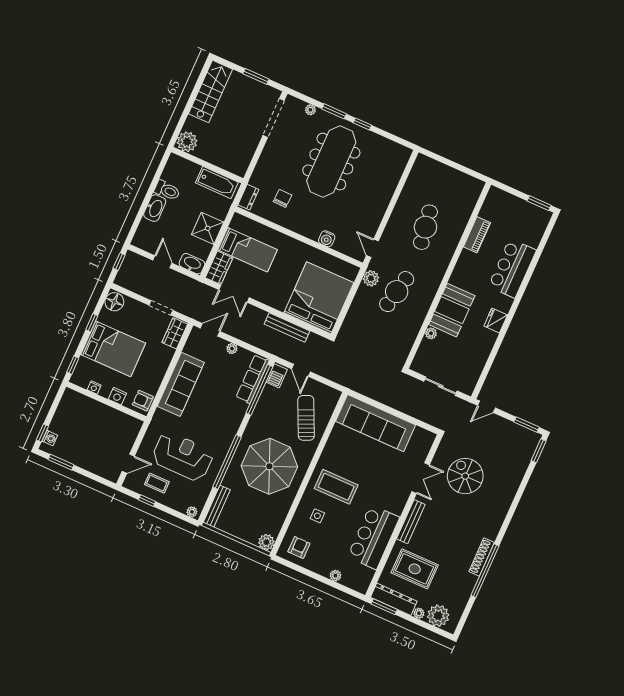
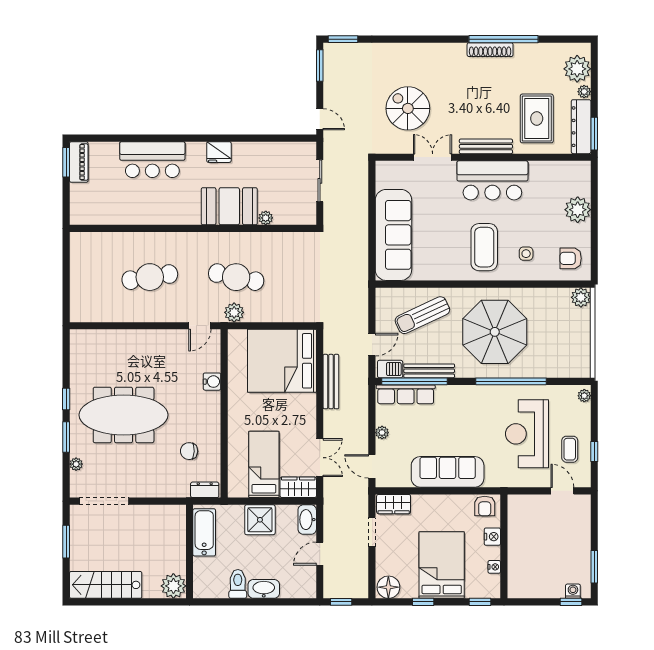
piano: (477, 235) -> (79, 162), moved, turned 90
spiral stairs: (465, 476) -> (408, 108), turned 90
bench: (217, 506) -> (429, 371), moved
bar counter: (373, 537) -> (492, 180), moved
plant: (335, 576) -> (578, 210), width x1.88, depth x1.88

